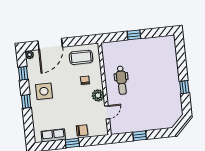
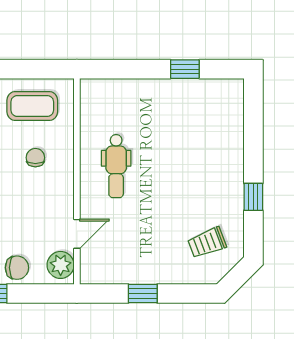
window: (134, 35) -> (185, 69), moved
plant: (98, 95) -> (61, 265), moved
trolley: (166, 110) -> (207, 243), added

